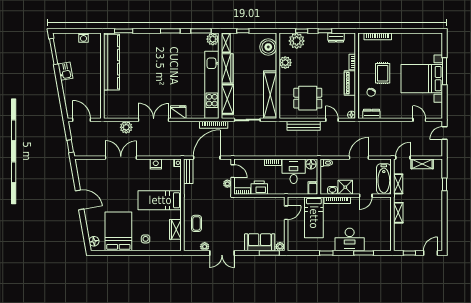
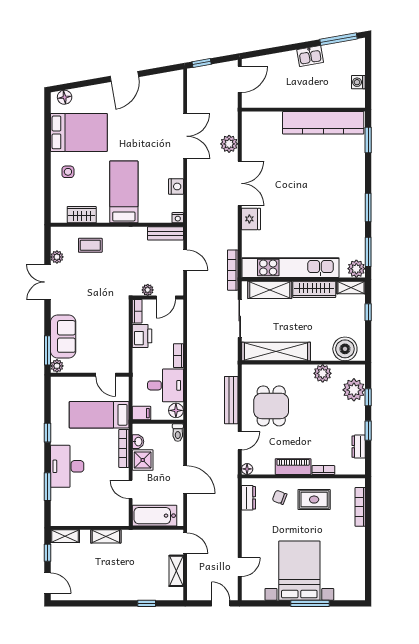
rug: (383, 73) -> (314, 500), moved
door: (207, 158) -> (185, 260), width x0.53
shelving: (398, 184) -> (65, 536), moved

